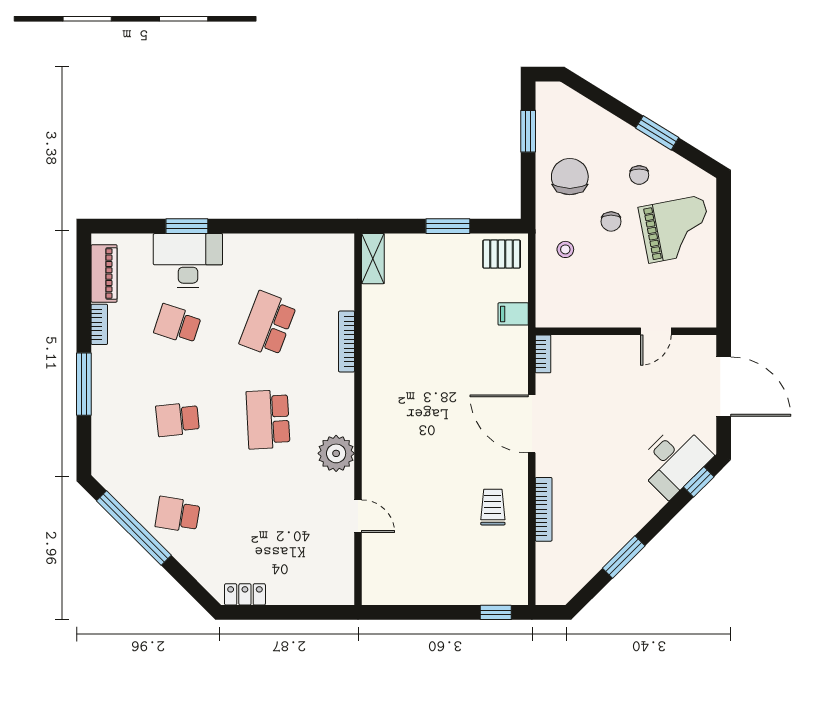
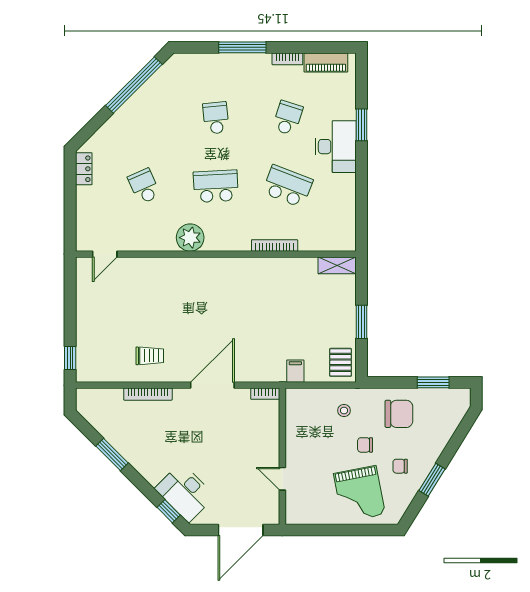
desk: (188, 261) -> (336, 147), moved
school desk: (178, 515) -> (144, 186), moved, turned -33
door: (358, 516) -> (105, 254), moved

